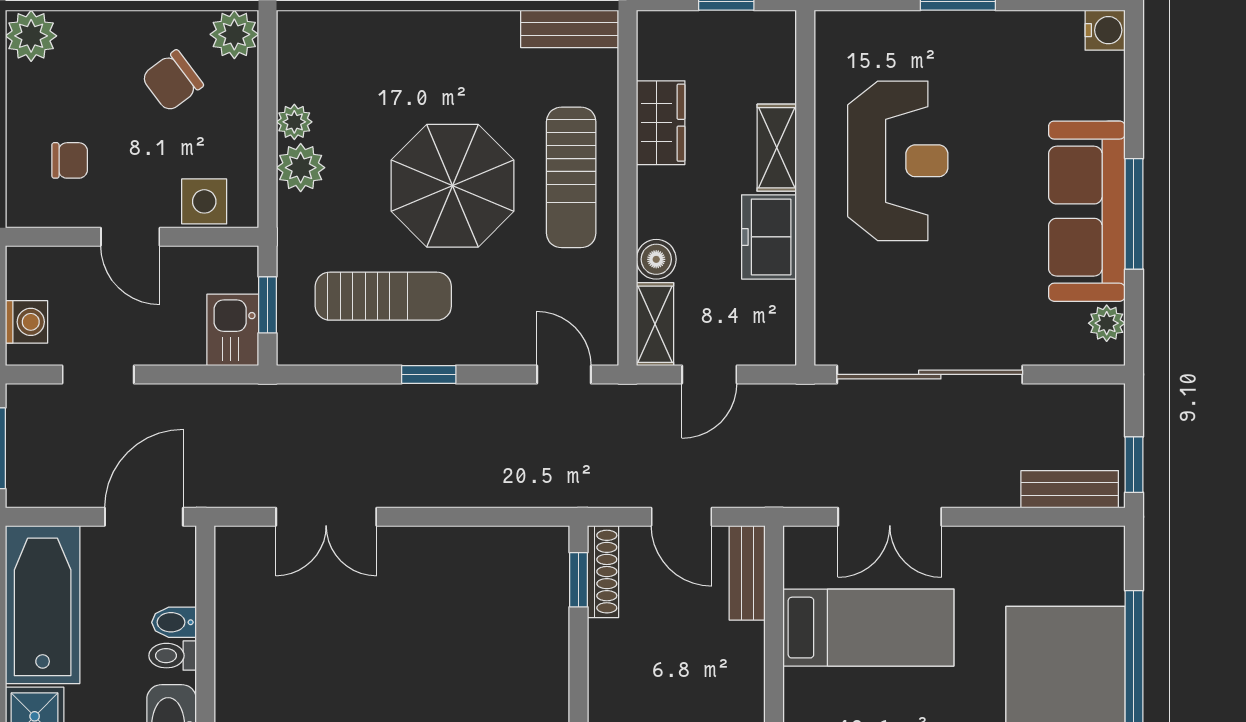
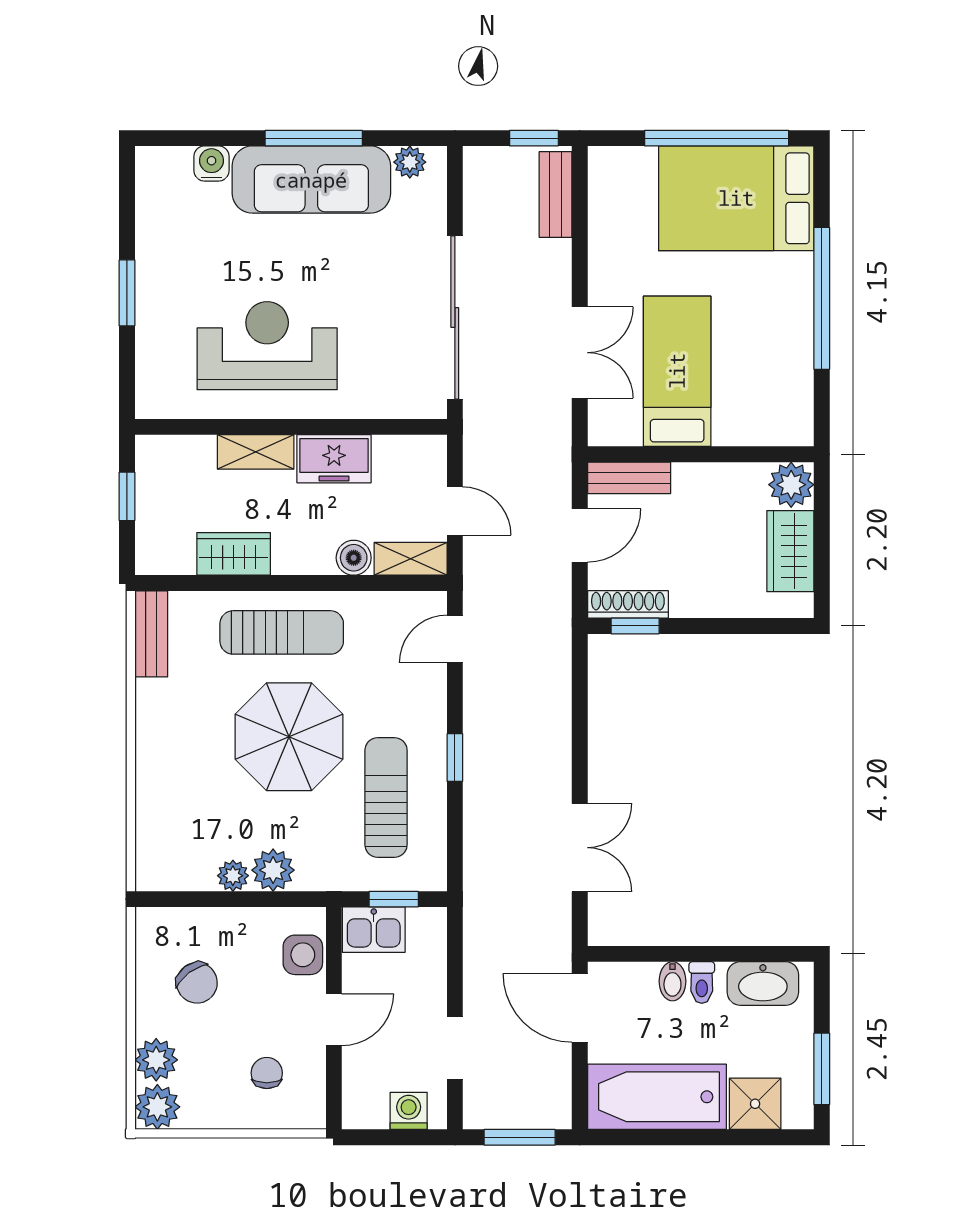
water cooler: (1105, 30) -> (211, 163), moved
plant: (234, 34) -> (156, 1060), moved
kitchen sink: (233, 330) -> (374, 930), moved

